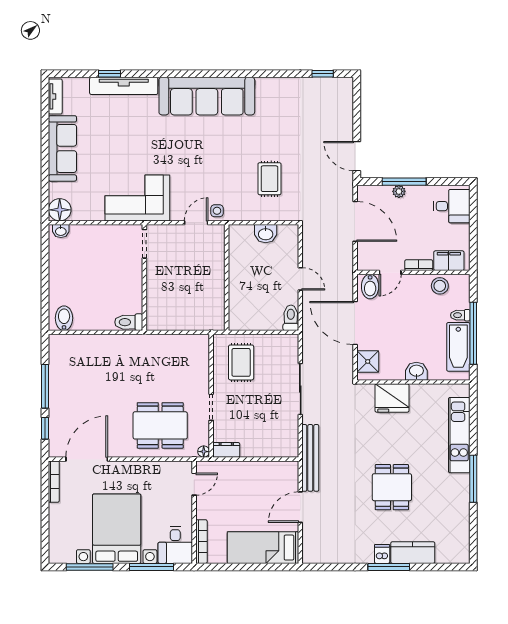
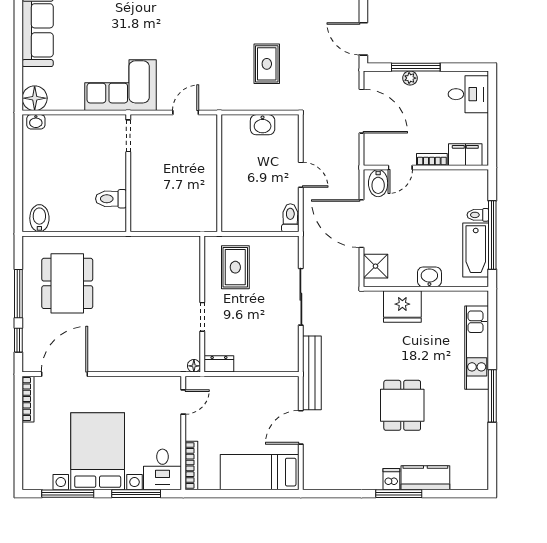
side table: (217, 211) -> (209, 99), removed
stool: (440, 286) -> (455, 182), removed
toilet: (129, 322) -> (111, 199), moved
dining table: (160, 425) -> (67, 283), moved, turned 90

